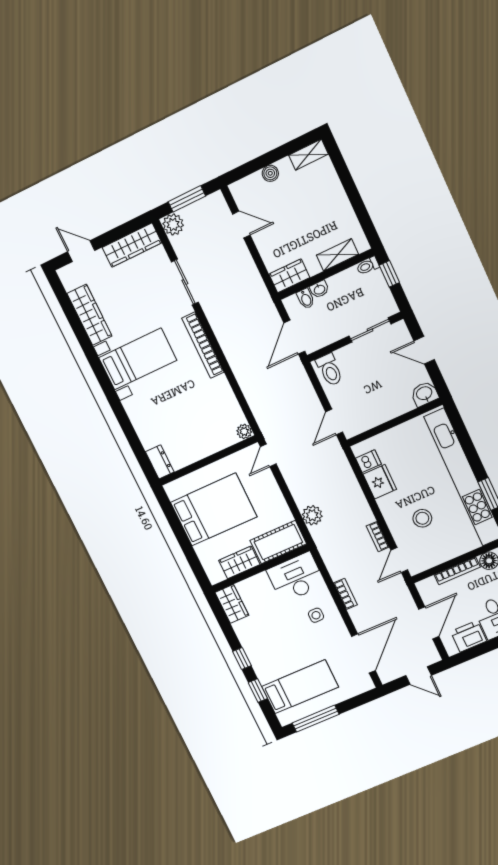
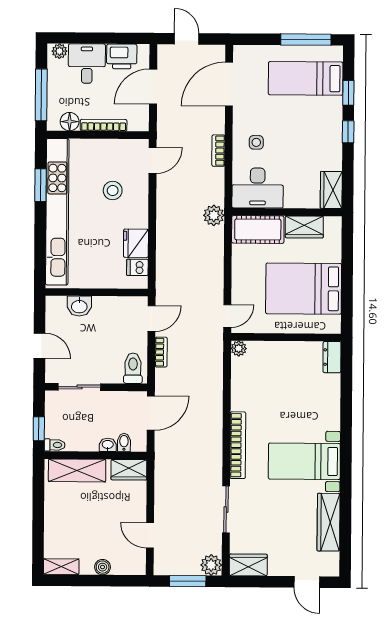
wardrobe: (132, 245) -> (248, 565), width x0.67
shelving: (337, 255) -> (77, 470), width x1.50, depth x1.33
washbasin: (424, 394) -> (79, 306), moved
plant: (312, 515) -> (214, 215), moved
bookcase: (378, 537) -> (161, 352), moved

